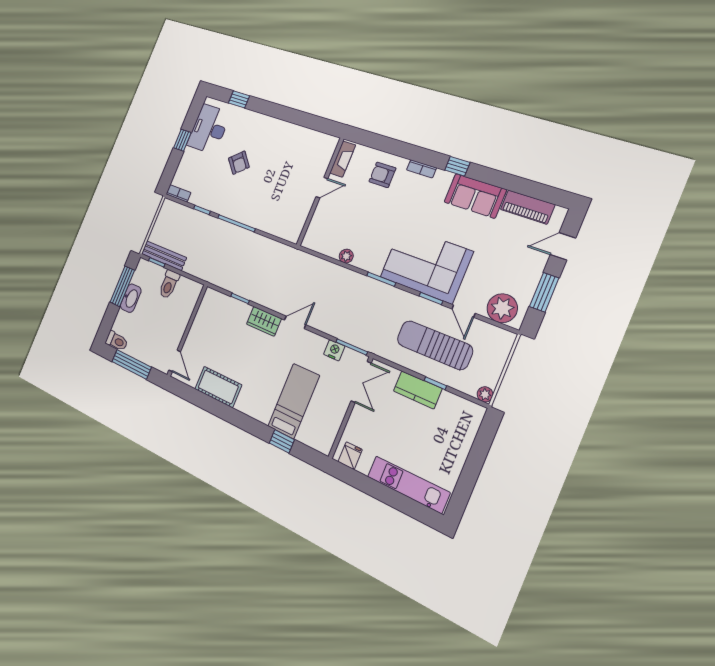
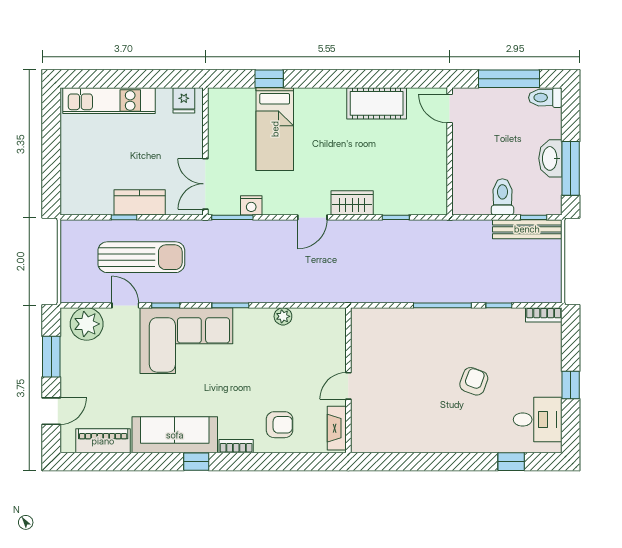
desk: (209, 129) -> (538, 420), width x0.73
armchair: (239, 163) -> (474, 381), turned 61
sofa: (475, 196) -> (175, 435), width x1.36
plant: (485, 394) -> (68, 228), removed

